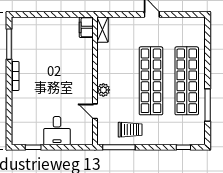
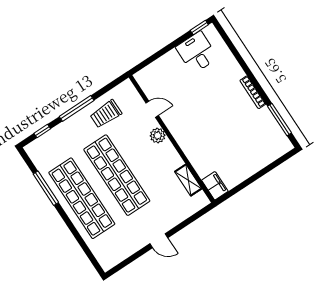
shelving: (102, 30) -> (188, 180), moved
desk: (57, 131) -> (197, 52), moved
window: (33, 147) -> (199, 27), moved
window: (119, 147) -> (77, 108), moved

